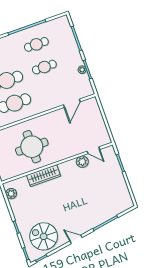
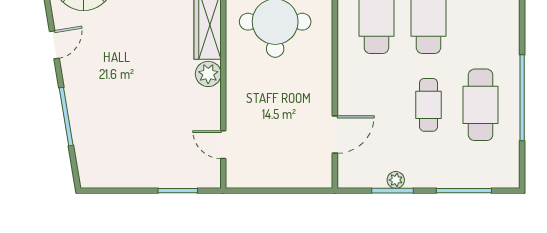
cafe table: (36, 44) -> (481, 105), width x1.37, depth x1.35
door: (72, 103) -> (335, 135), swing flipped
door: (93, 150) -> (223, 145), hinge flipped
plant: (82, 162) -> (208, 74), moved

